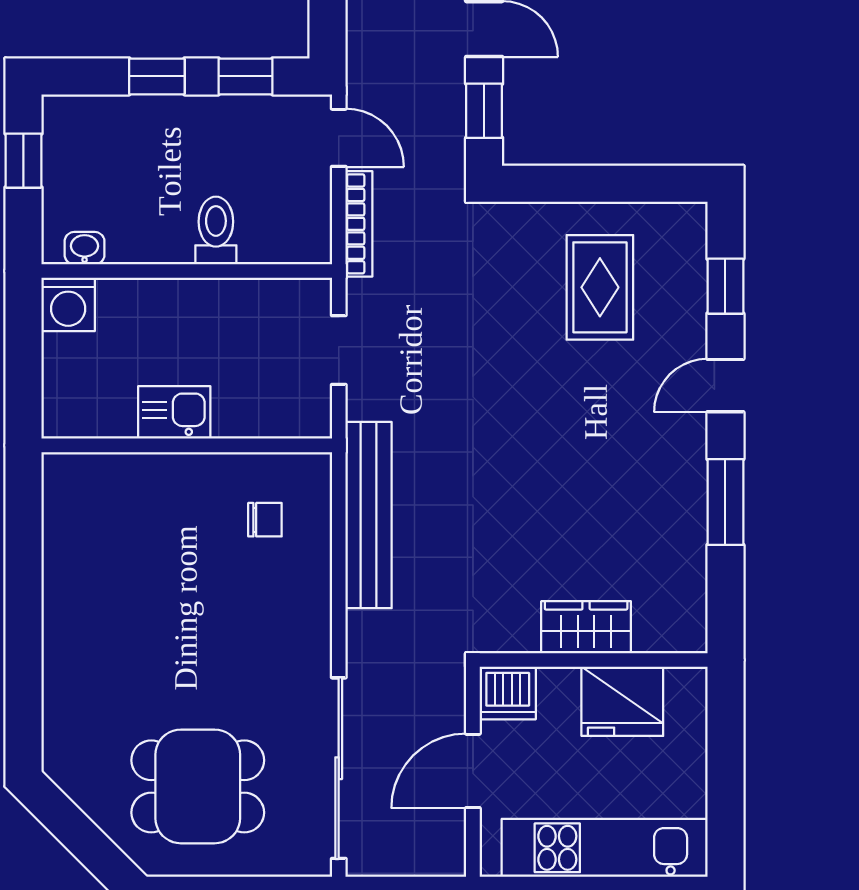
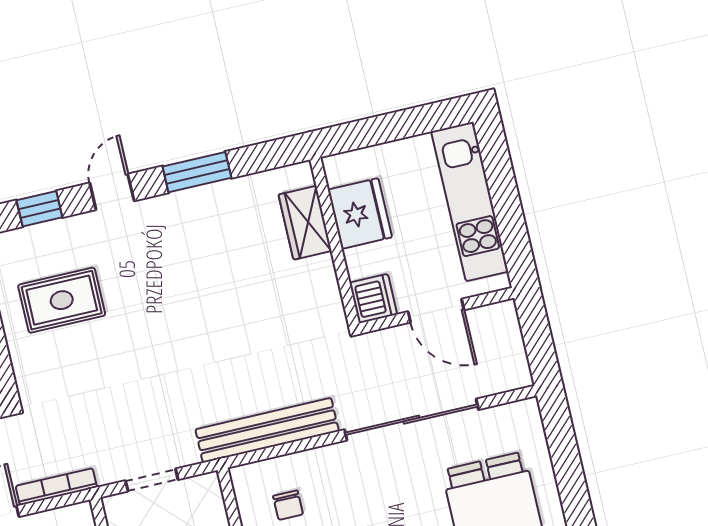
door: (725, 385) -> (112, 192), swing flipped
chair: (265, 520) -> (288, 505), turned 180
wardrobe: (586, 627) -> (305, 223), moved
sliding door: (339, 768) -> (411, 420), moved

